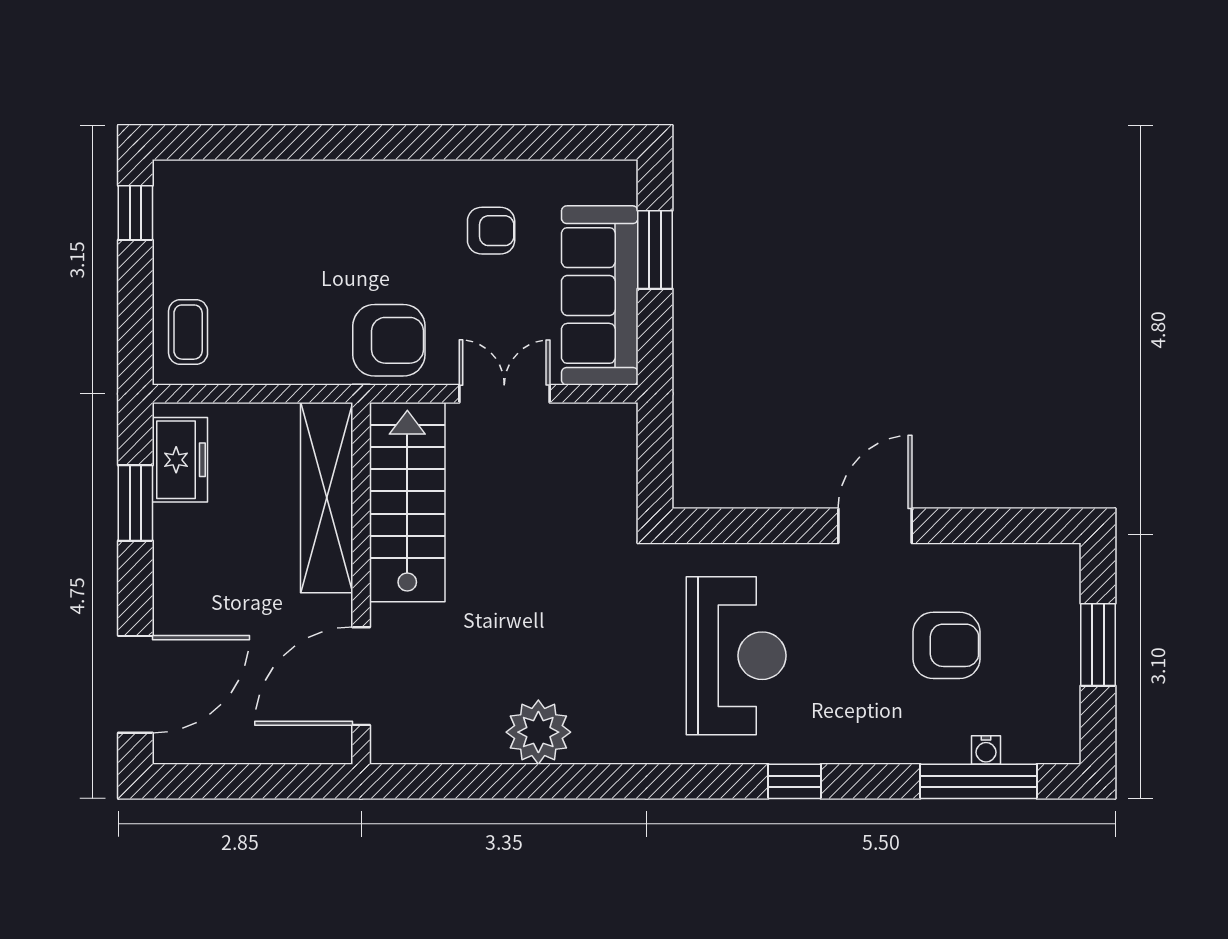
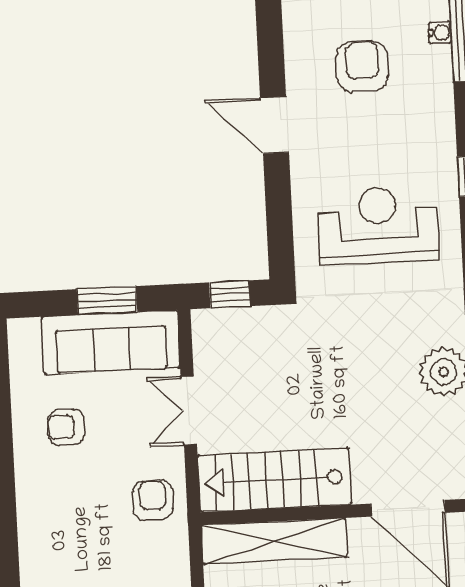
armchair: (491, 231) -> (66, 427), turned -90
window: (655, 250) -> (107, 300), moved
armchair: (389, 340) -> (153, 500), width x0.72, depth x0.72
window: (655, 455) -> (230, 294), added

